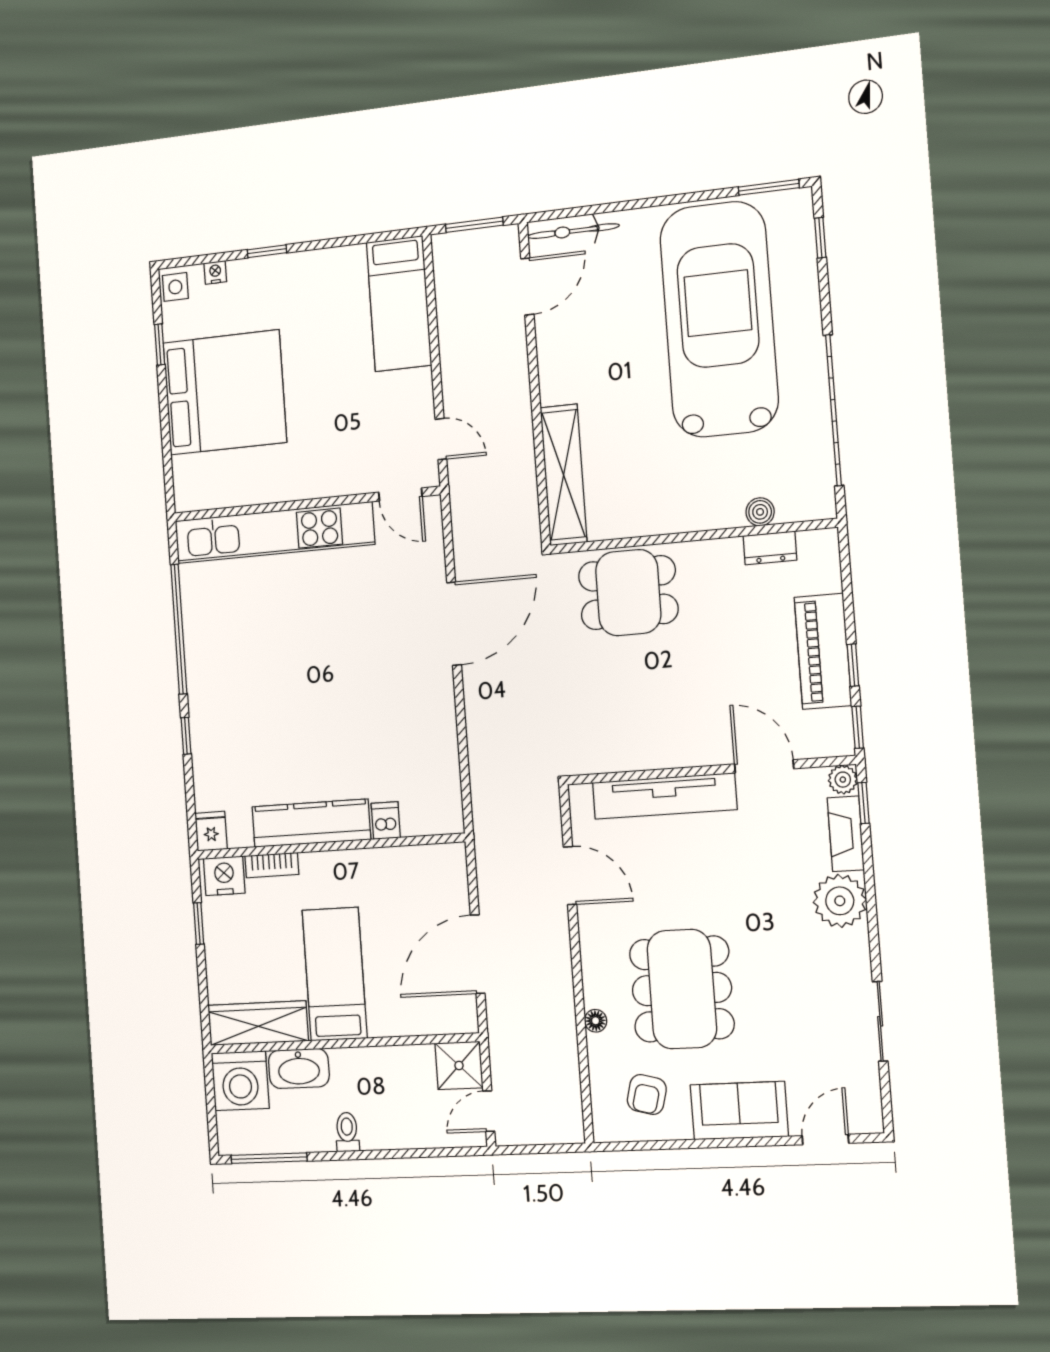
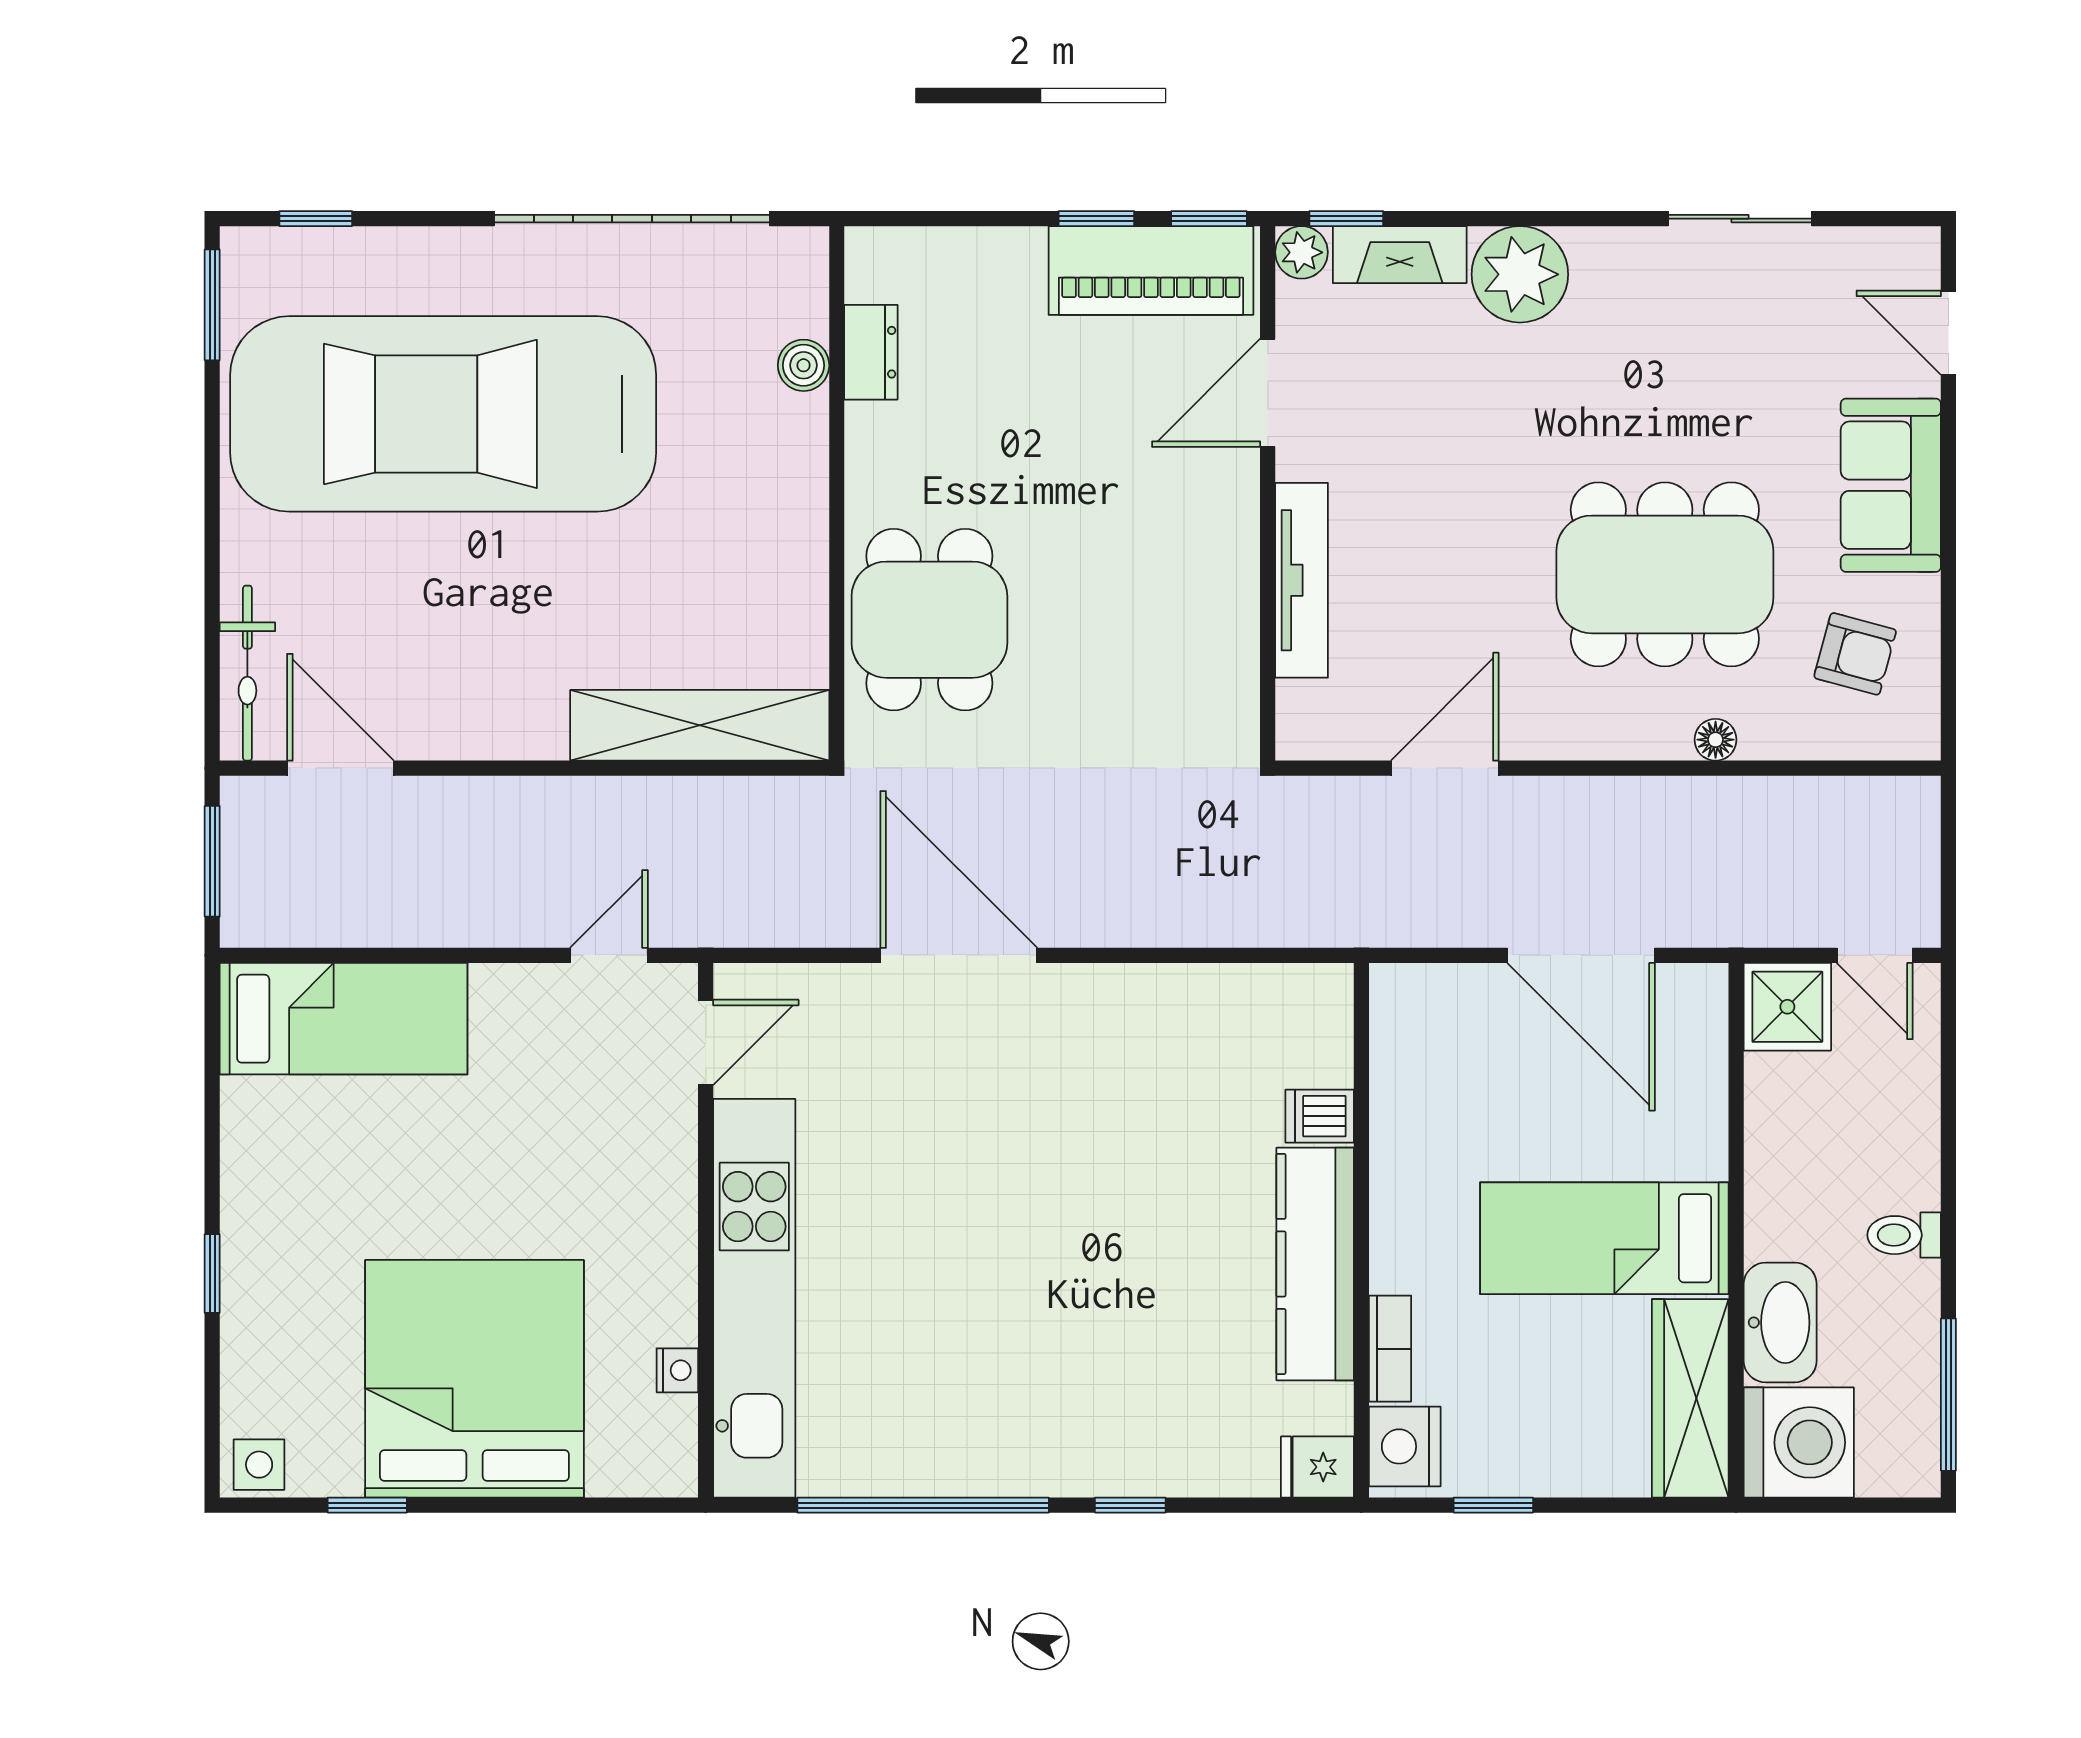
nightstand: (215, 272) -> (677, 1370), moved, turned 180
piano: (823, 651) -> (1151, 270), moved
tv unit: (664, 796) -> (1302, 580), width x0.73, depth x0.78

